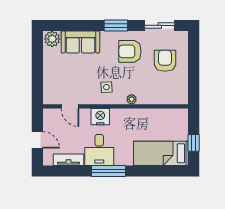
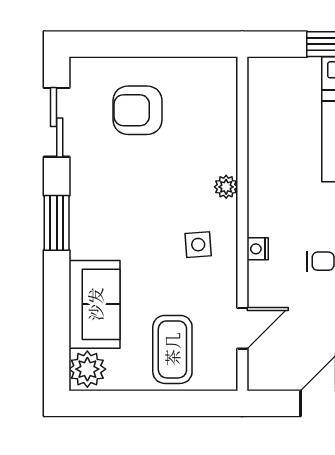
armchair: (130, 51) -> (116, 191), removed
coffee table: (61, 76) -> (172, 349), added
nightstand: (100, 117) -> (258, 249), width x0.53, depth x0.56

